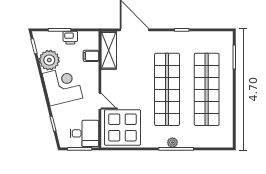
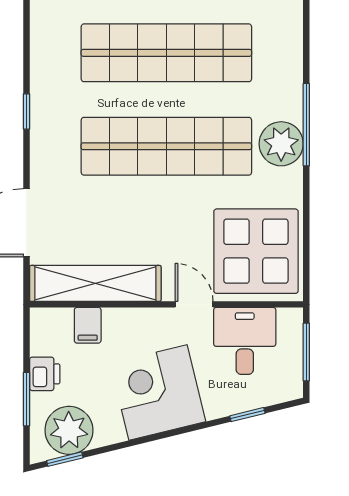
shelving: (109, 50) -> (95, 283), width x1.47
plant: (49, 60) -> (69, 430), moved
door: (100, 101) -> (194, 304), hinge flipped
desk: (84, 133) -> (245, 341), moved
plant: (172, 143) -> (281, 144), width x1.88, depth x1.88

